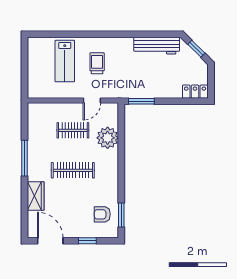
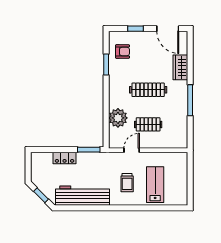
workbench: (157, 46) -> (83, 196), width x1.36, depth x1.32
locker: (195, 92) -> (65, 158), moved
window: (121, 215) -> (106, 65), moved

